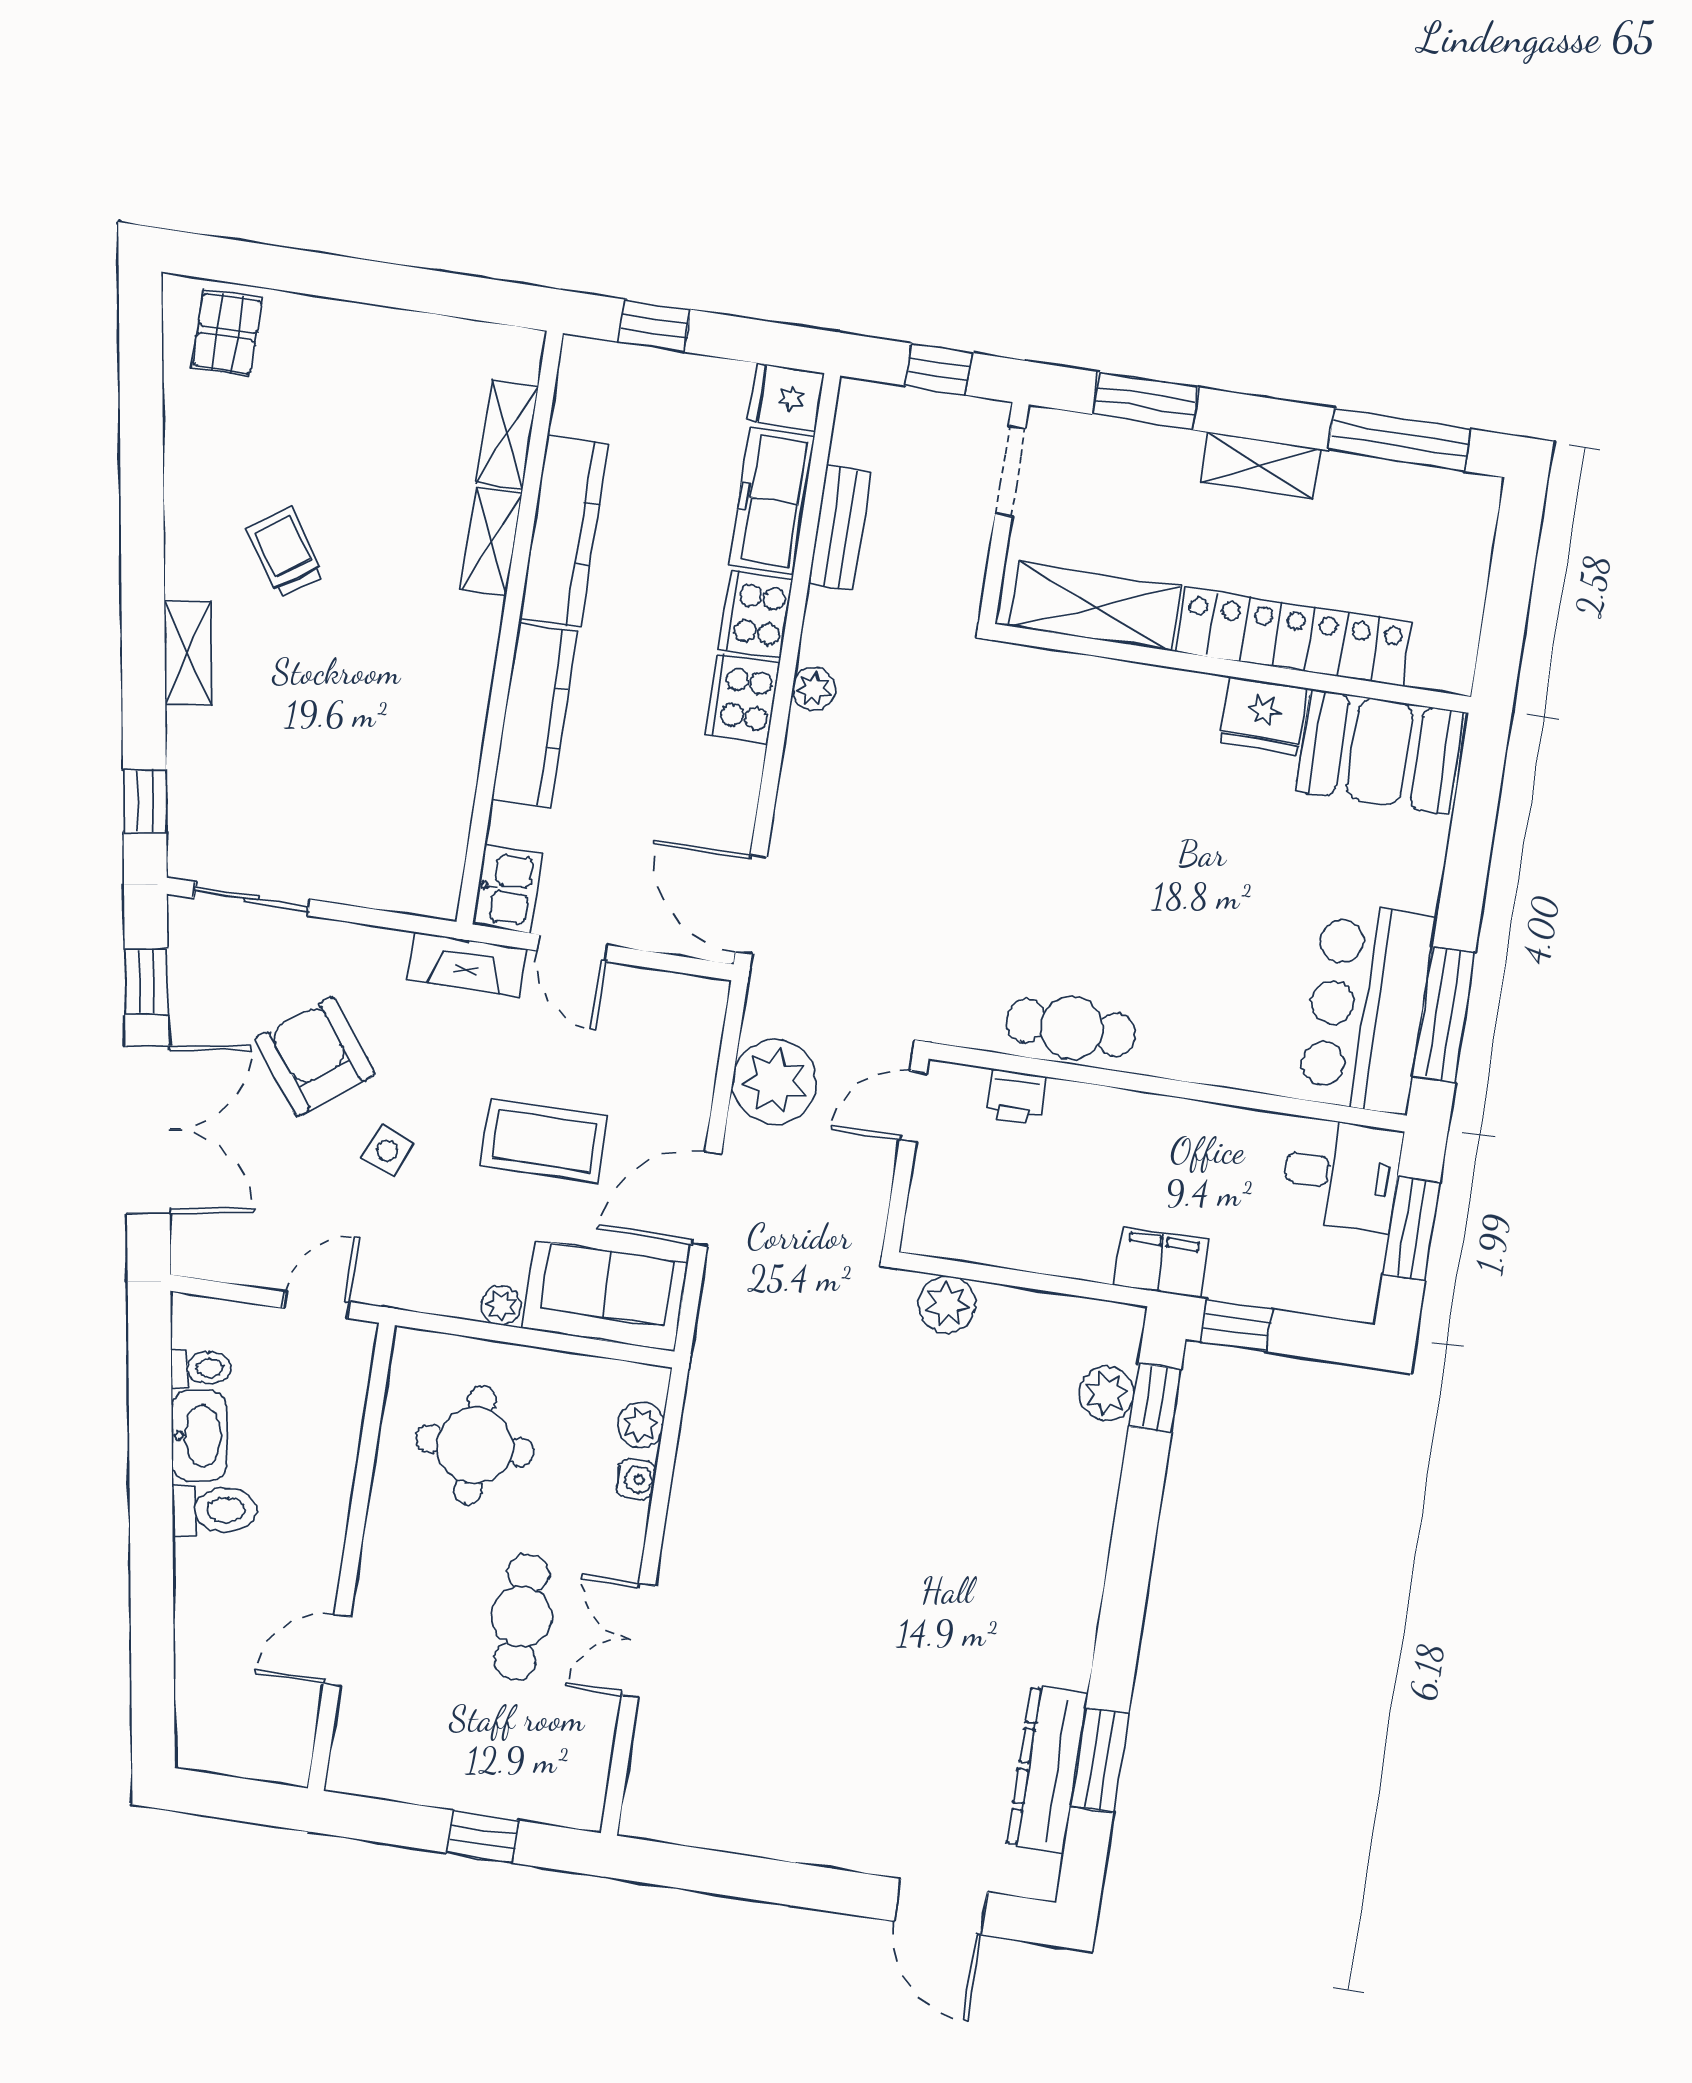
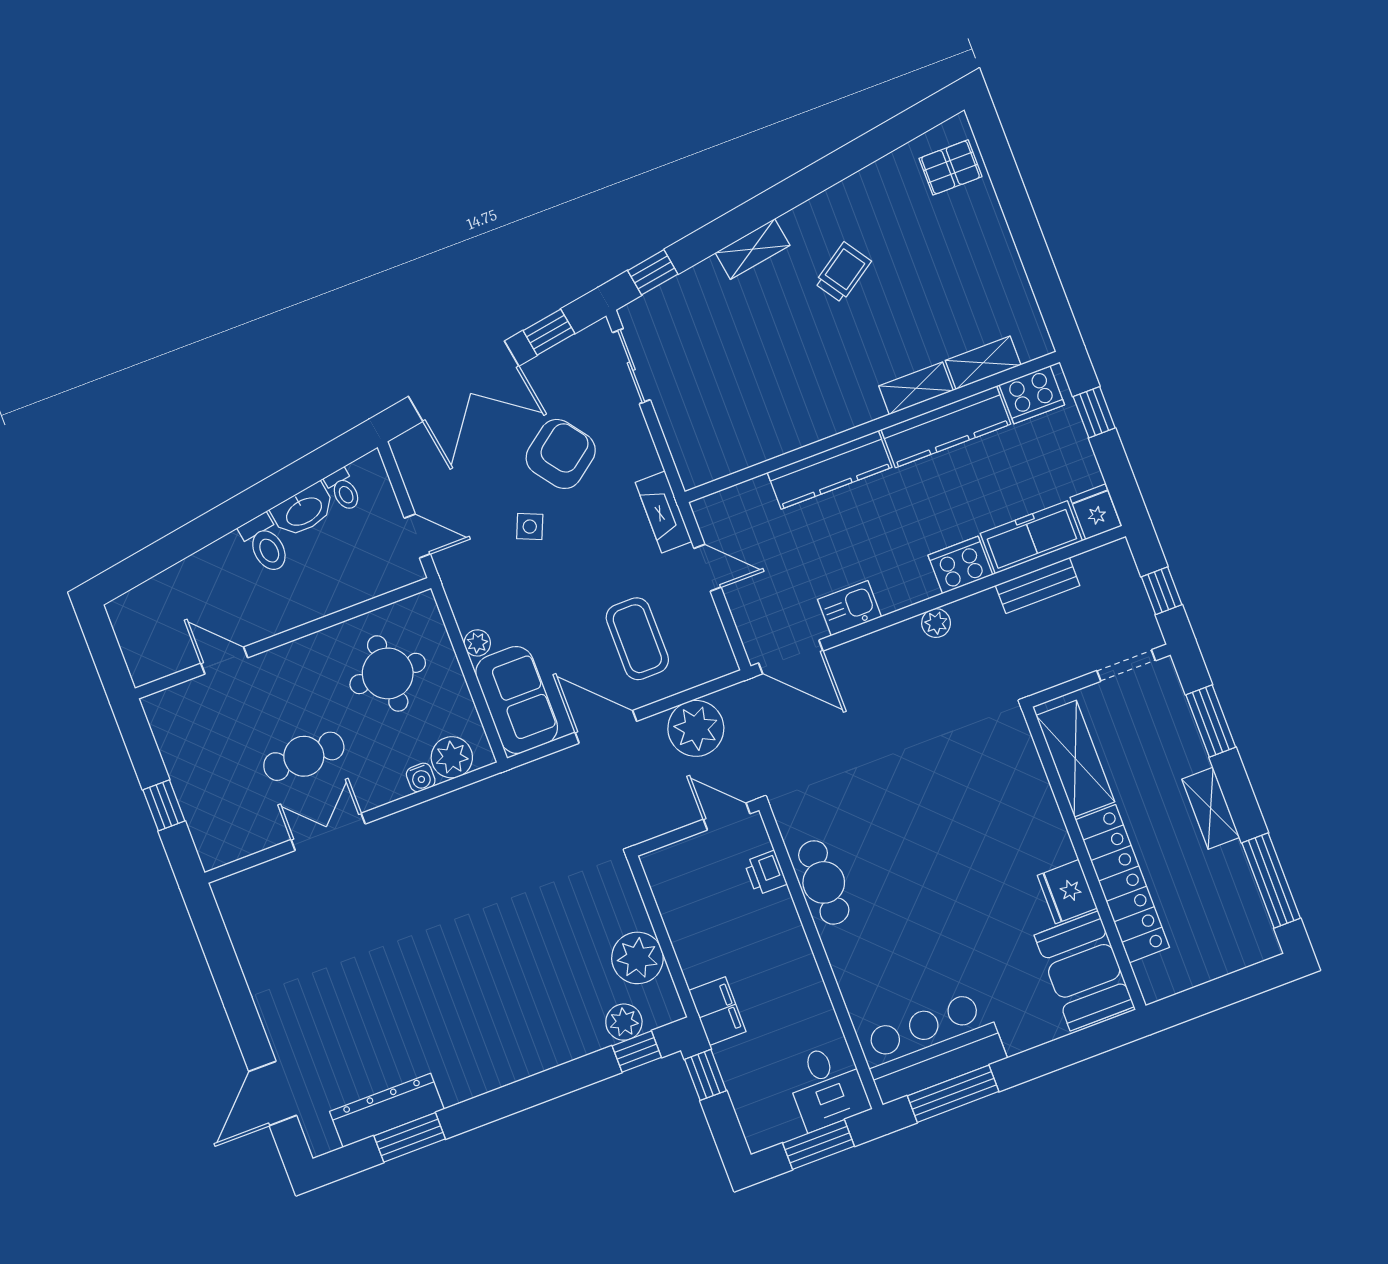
cooker: (743, 699) -> (1032, 395), moved, turned 180
kitchen sink: (507, 889) -> (850, 608), moved, turned 180
door: (751, 904) -> (791, 657), swing flipped
door: (573, 948) -> (707, 568), swing flipped
coffee table: (545, 1141) -> (637, 639), moved
plant: (947, 1304) -> (637, 958), moved, width x1.36, depth x1.36
plant: (641, 1425) -> (452, 757), width x1.38, depth x1.38

